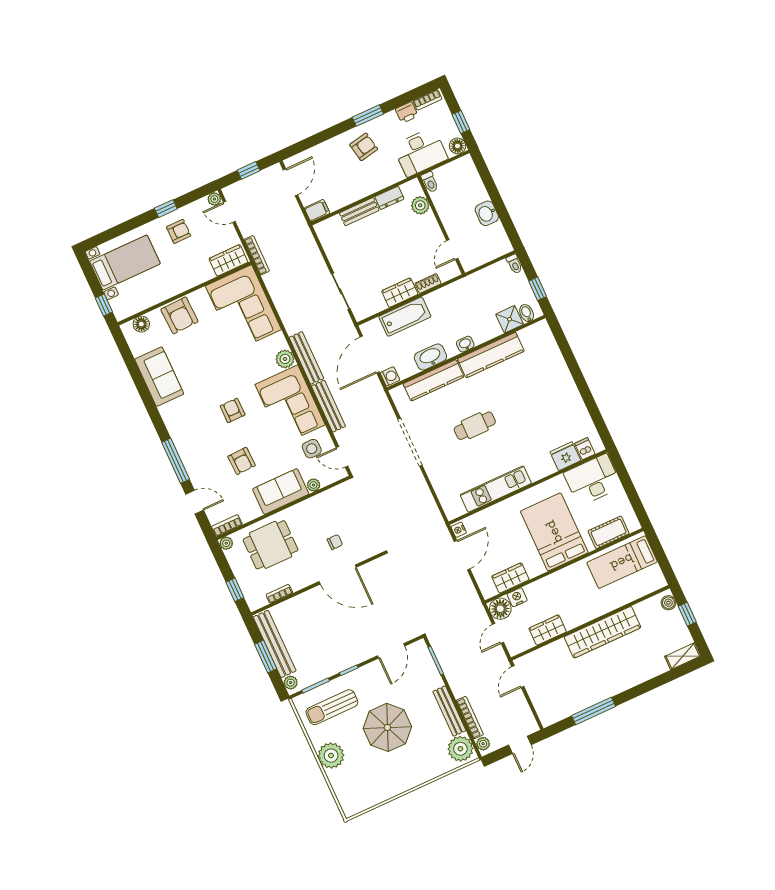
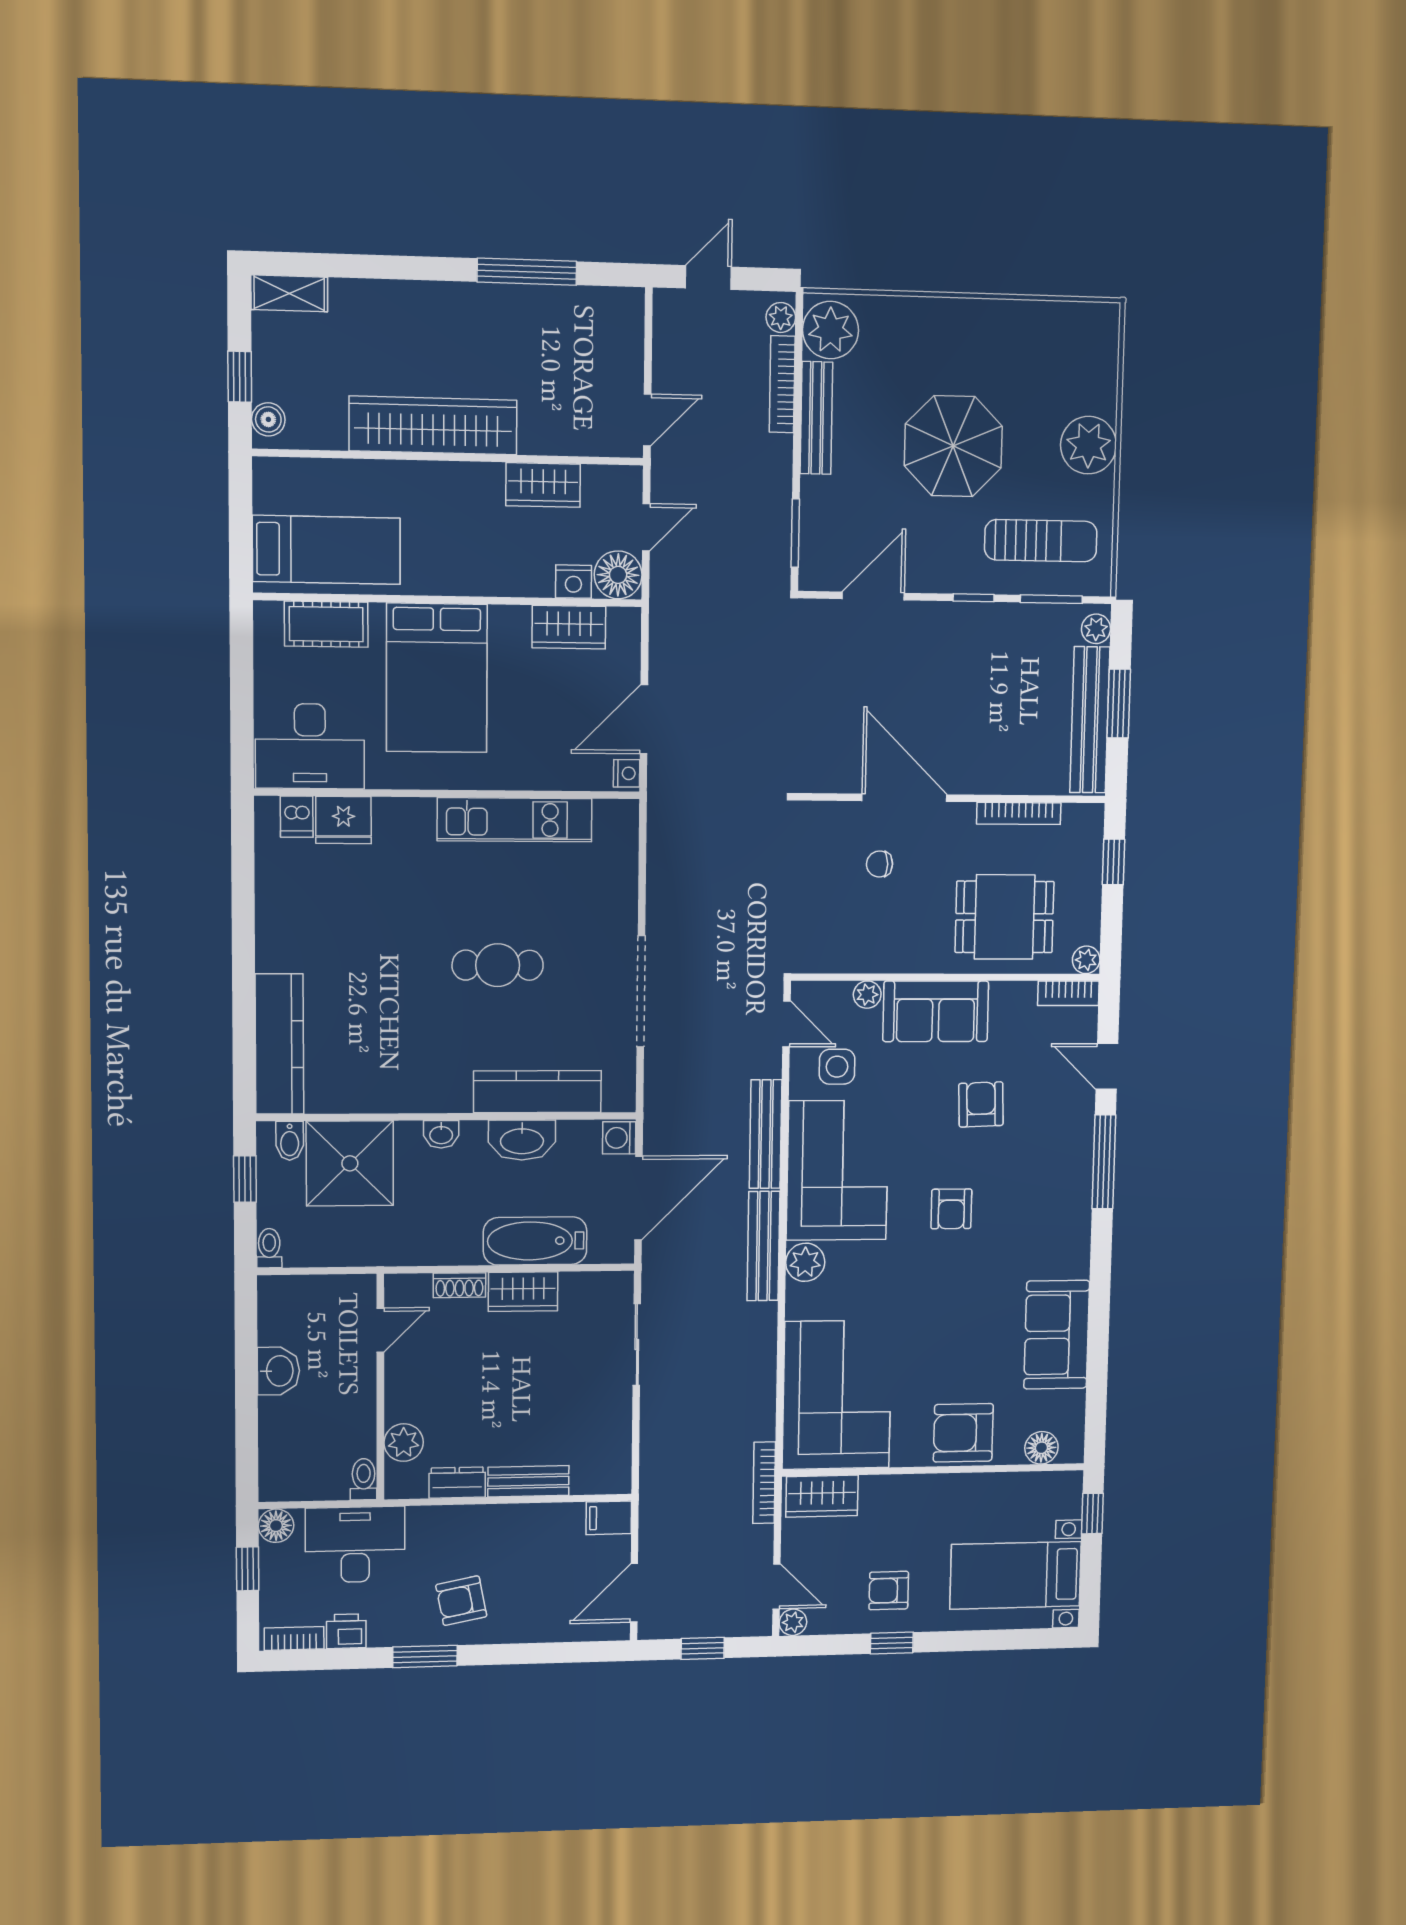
armchair: (179, 315) -> (963, 1433), turned -88
shower: (510, 319) -> (350, 1163), width x1.86, depth x1.86
kitchen counter: (491, 355) -> (279, 1044), moved, turned 90
bookcase: (279, 594) -> (1019, 813), width x1.56

